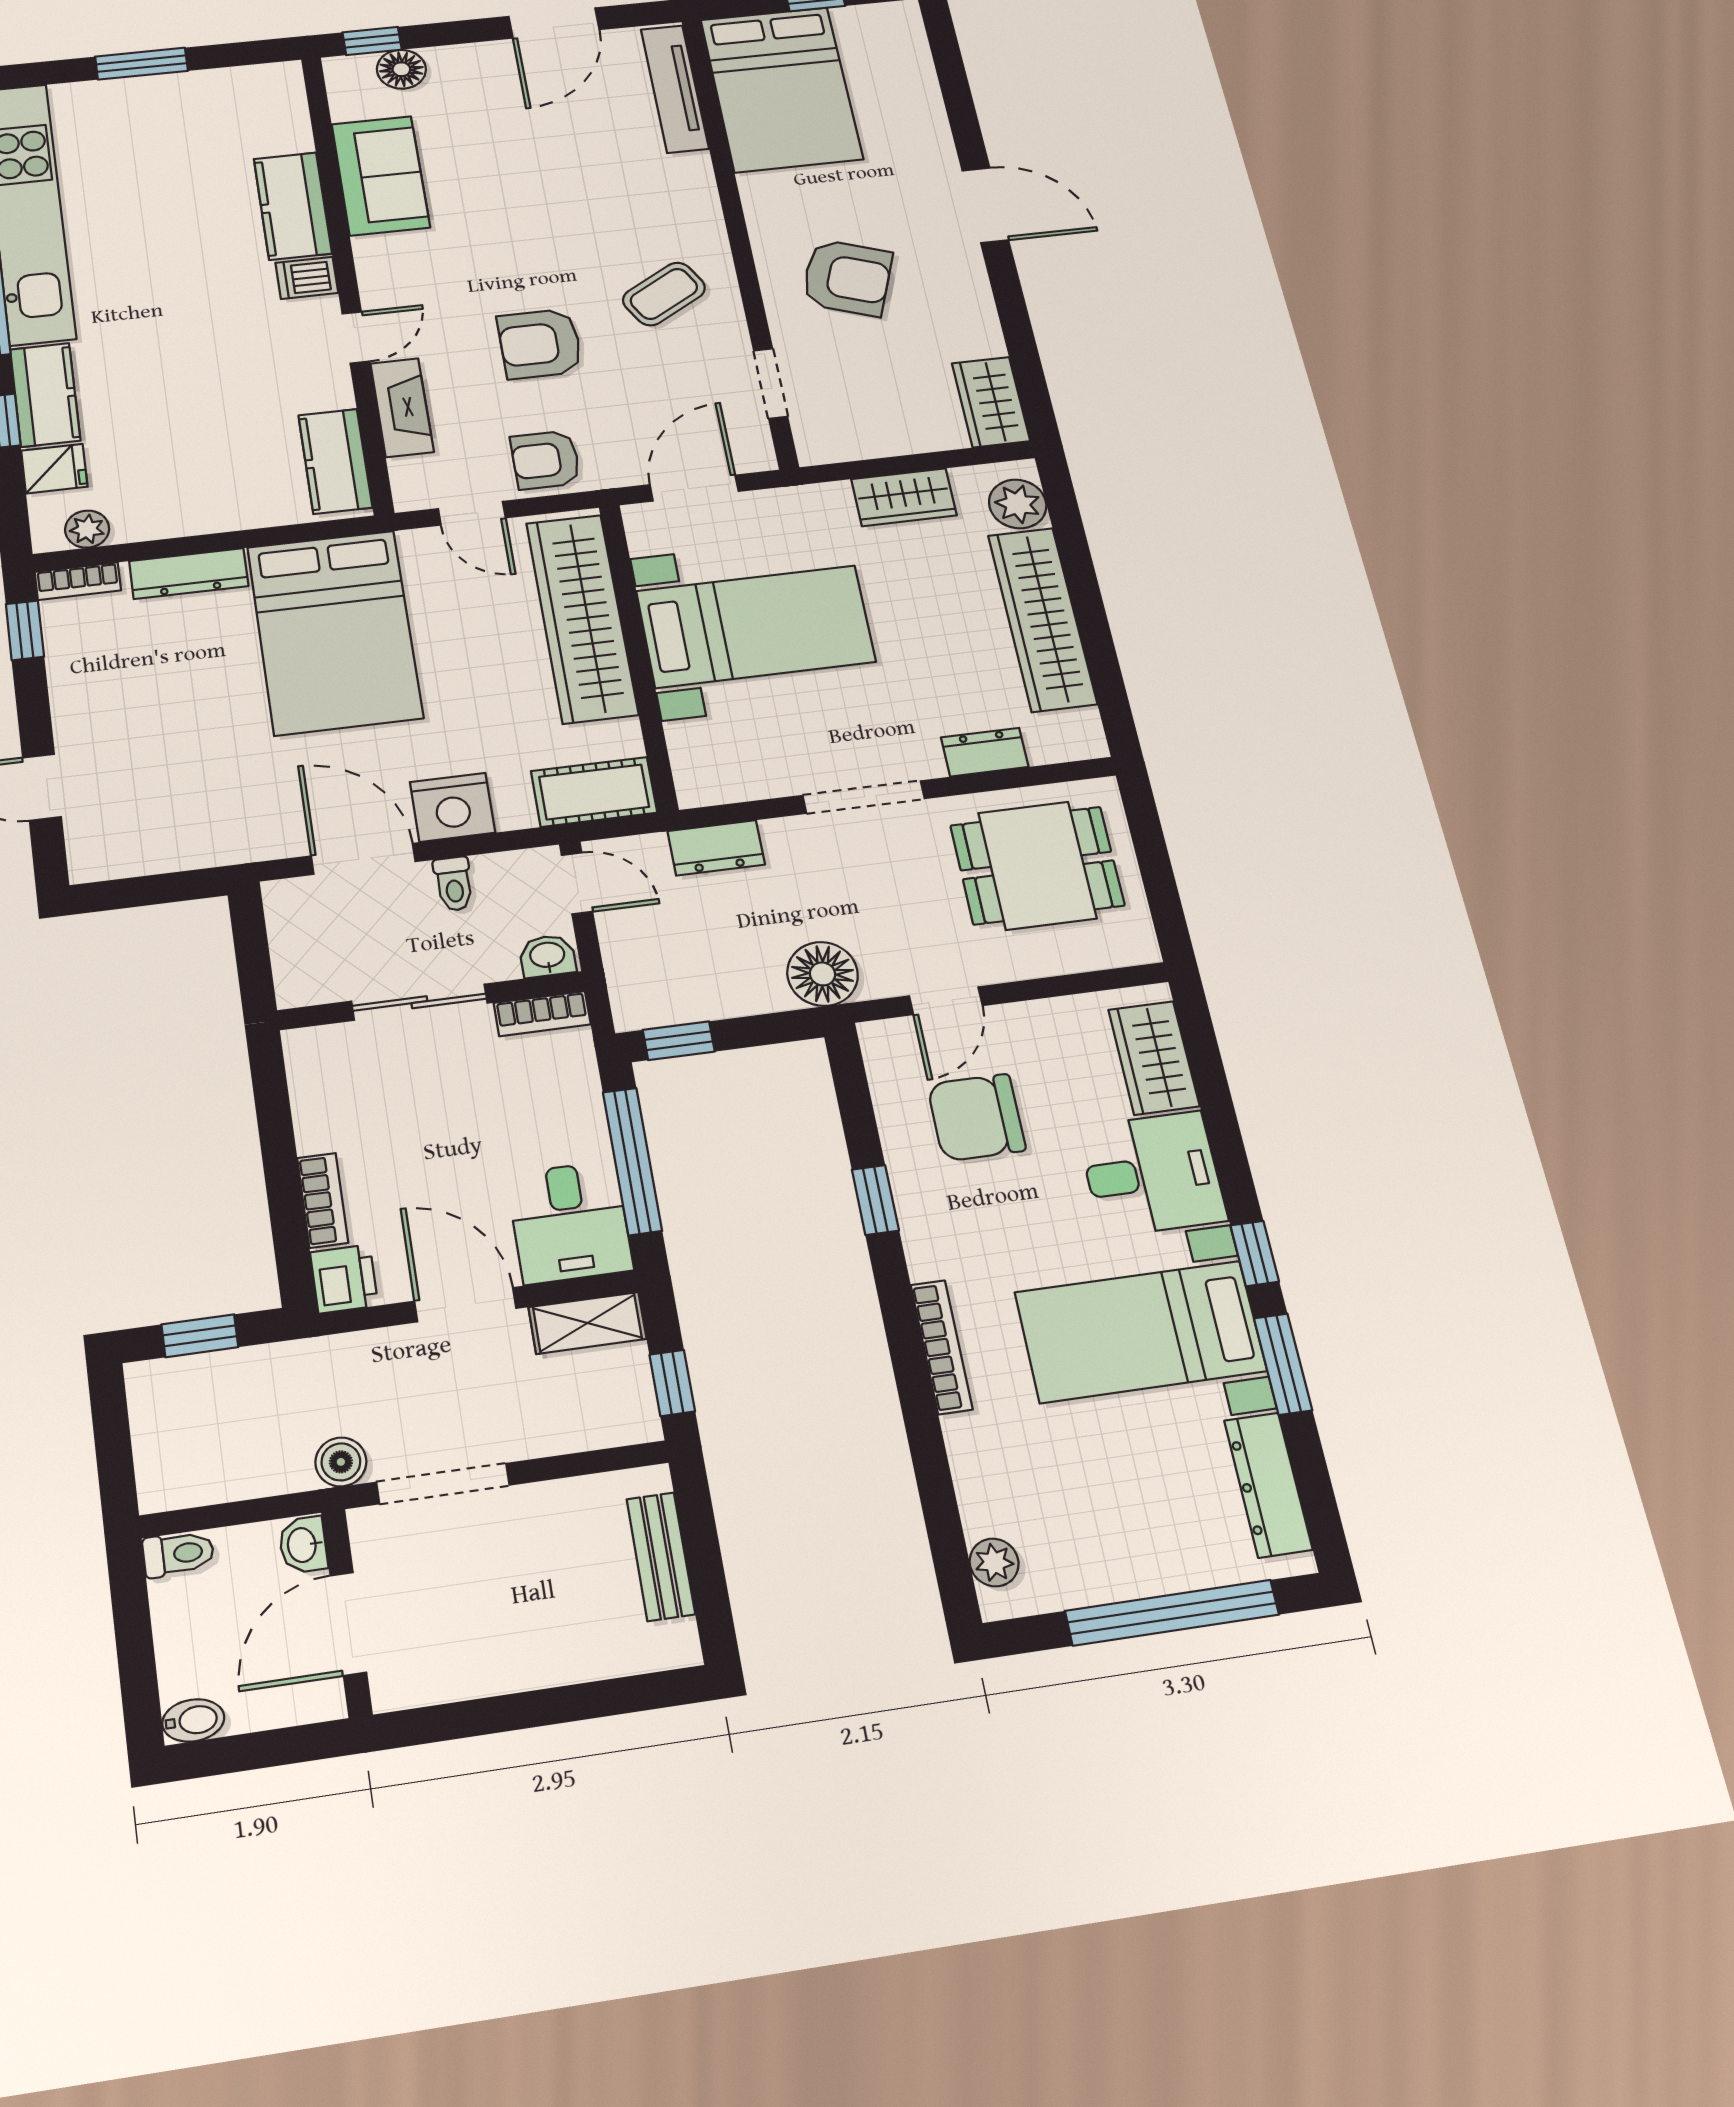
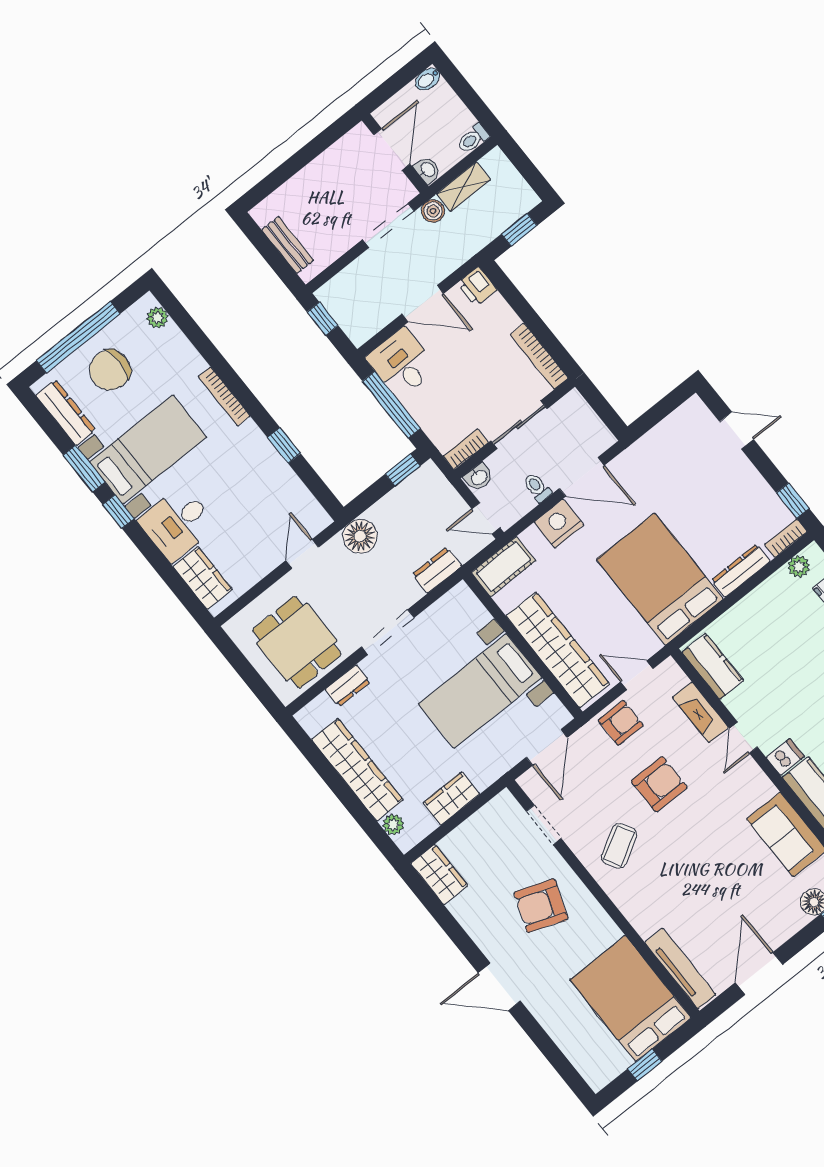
plant: (1018, 504) -> (393, 825), width x0.73, depth x0.73
dining table: (1037, 865) -> (297, 642), turned 90
chair: (976, 1117) -> (110, 370), moved, turned 180
bookcase: (323, 1200) -> (539, 356), moved, width x1.56
shelving: (587, 1323) -> (464, 187), moved

